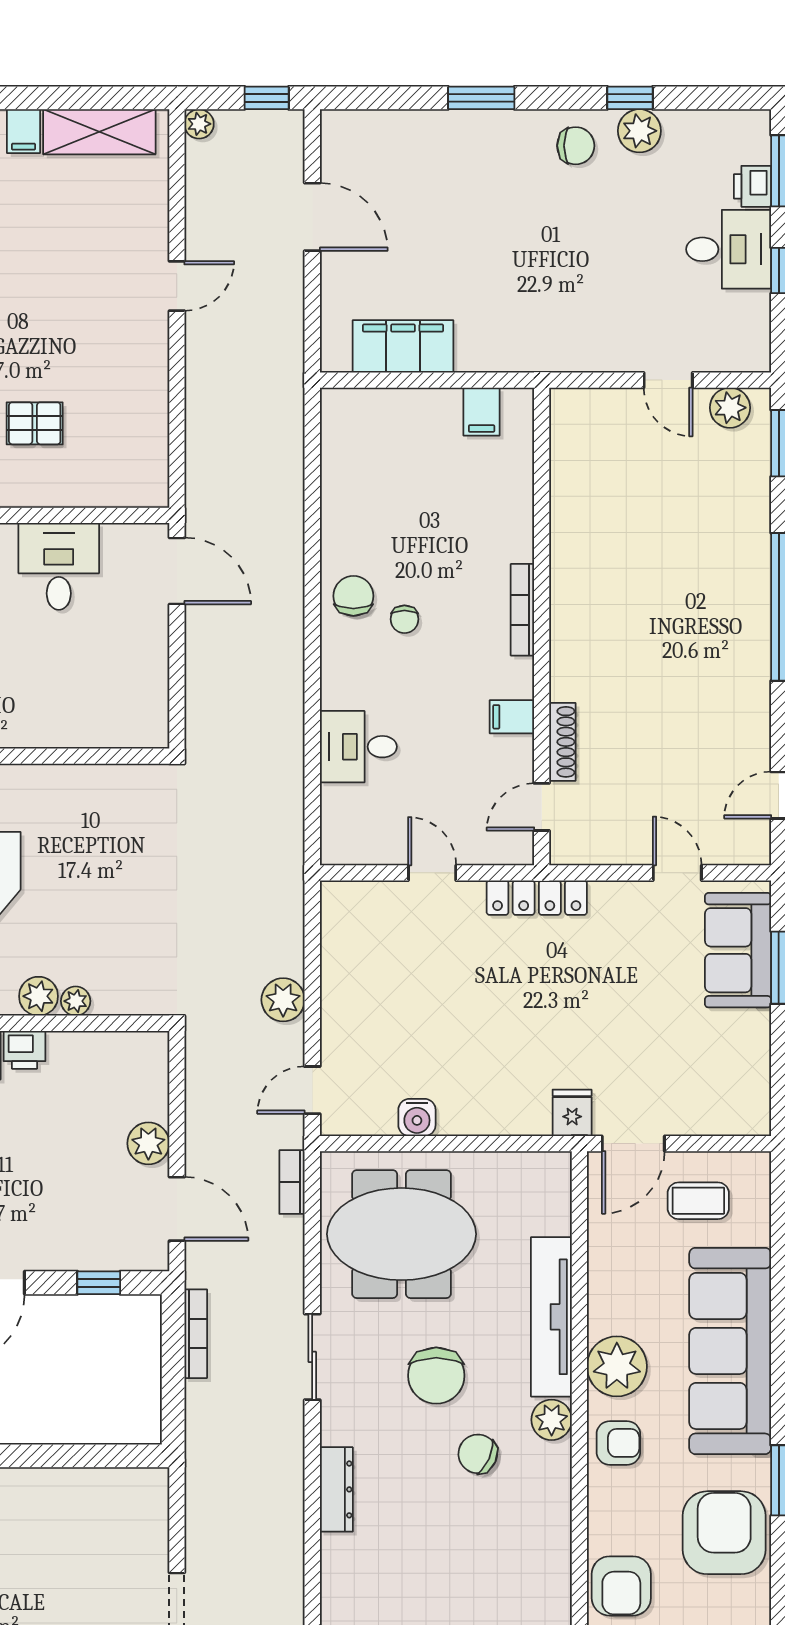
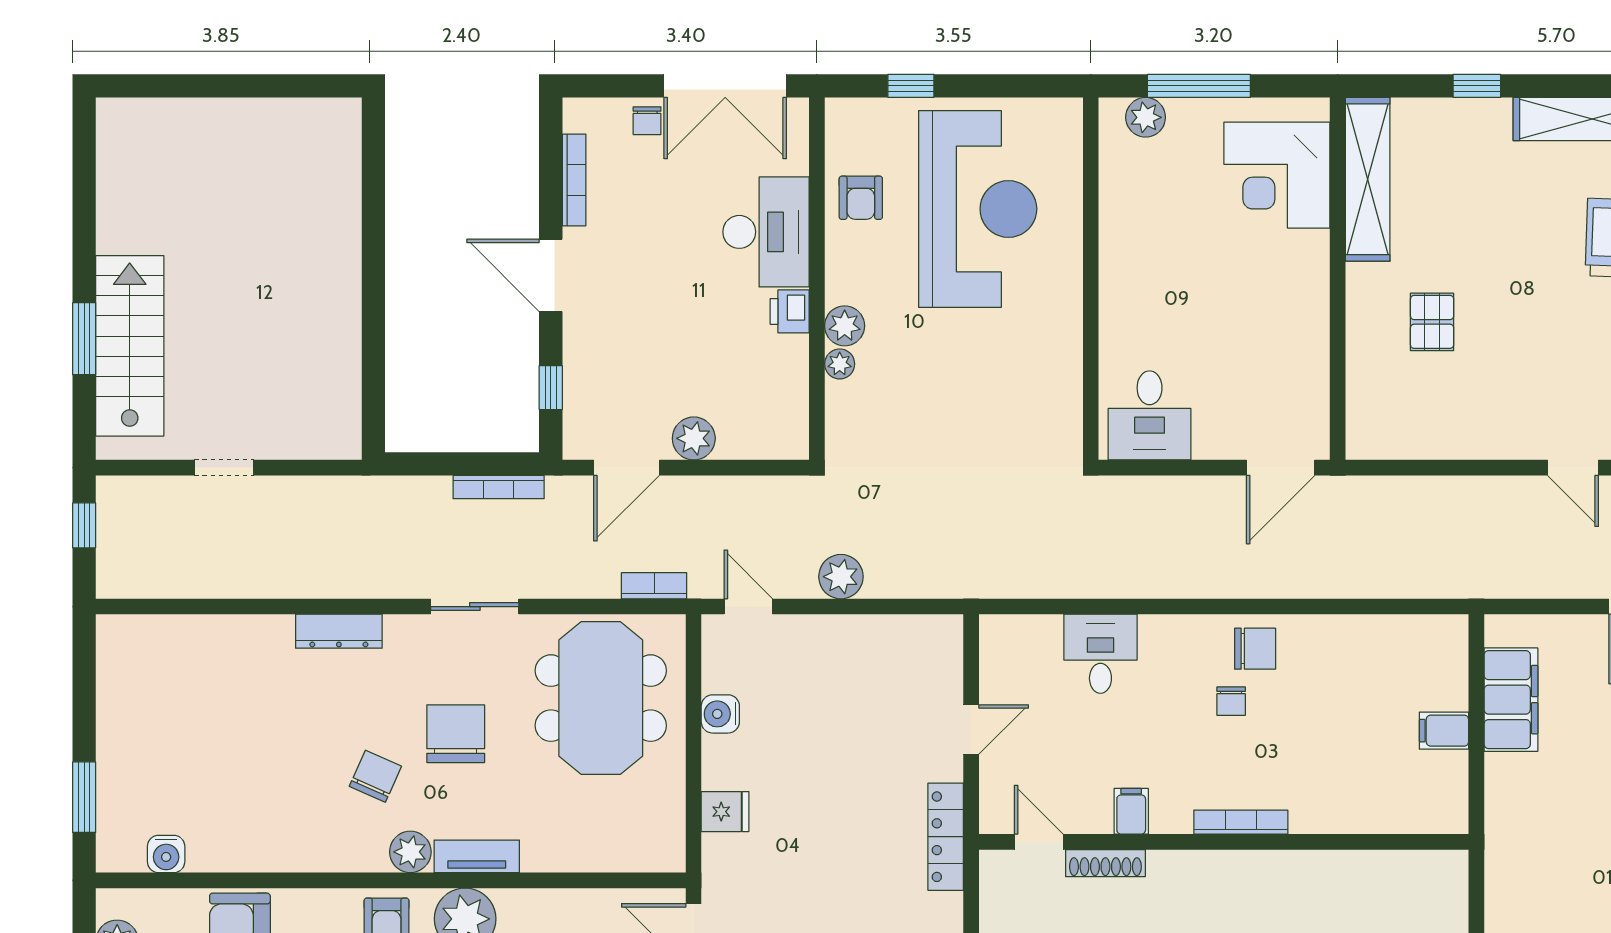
filing cabinet: (482, 412) -> (1444, 731), moved
desk: (59, 566) -> (1150, 415), moved, turned 90
chair: (404, 619) -> (1231, 701), turned -90
fridge: (572, 1113) -> (725, 812), moved
tv unit: (551, 1317) -> (477, 856), width x0.52, depth x0.78
chair: (436, 1376) -> (456, 734), turned 90

